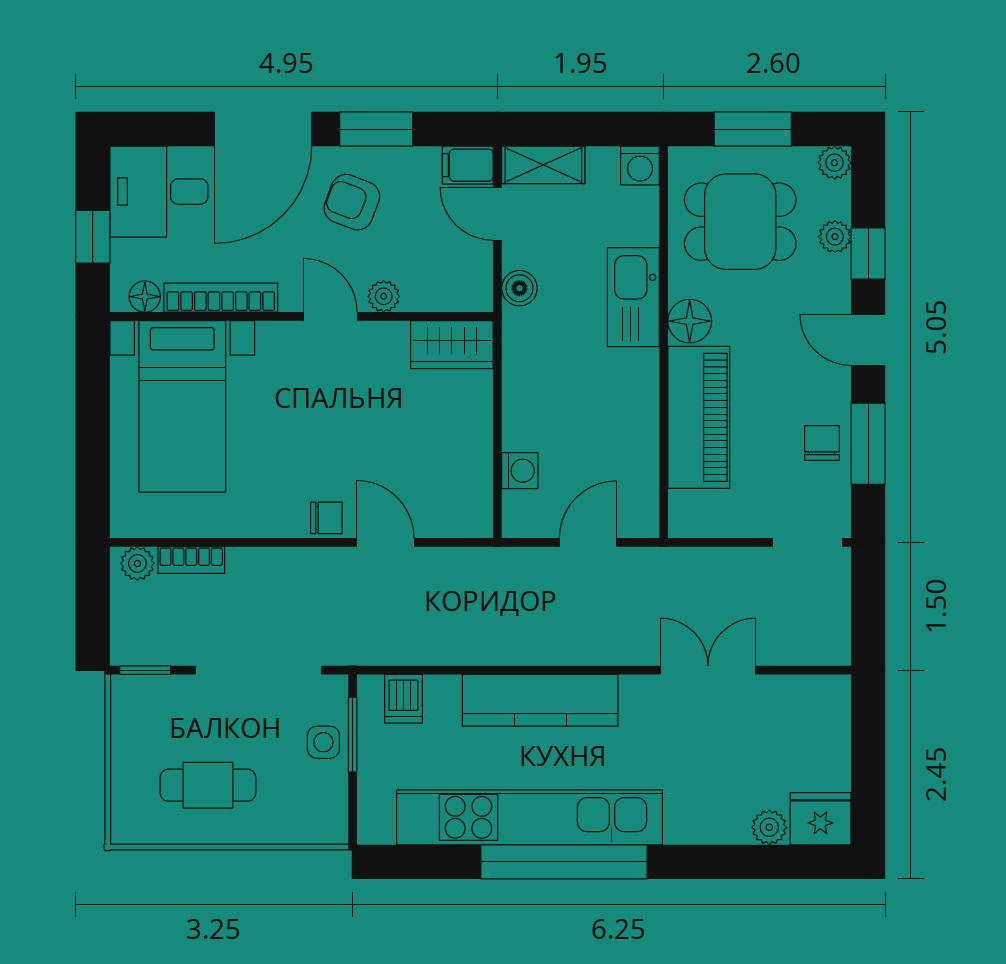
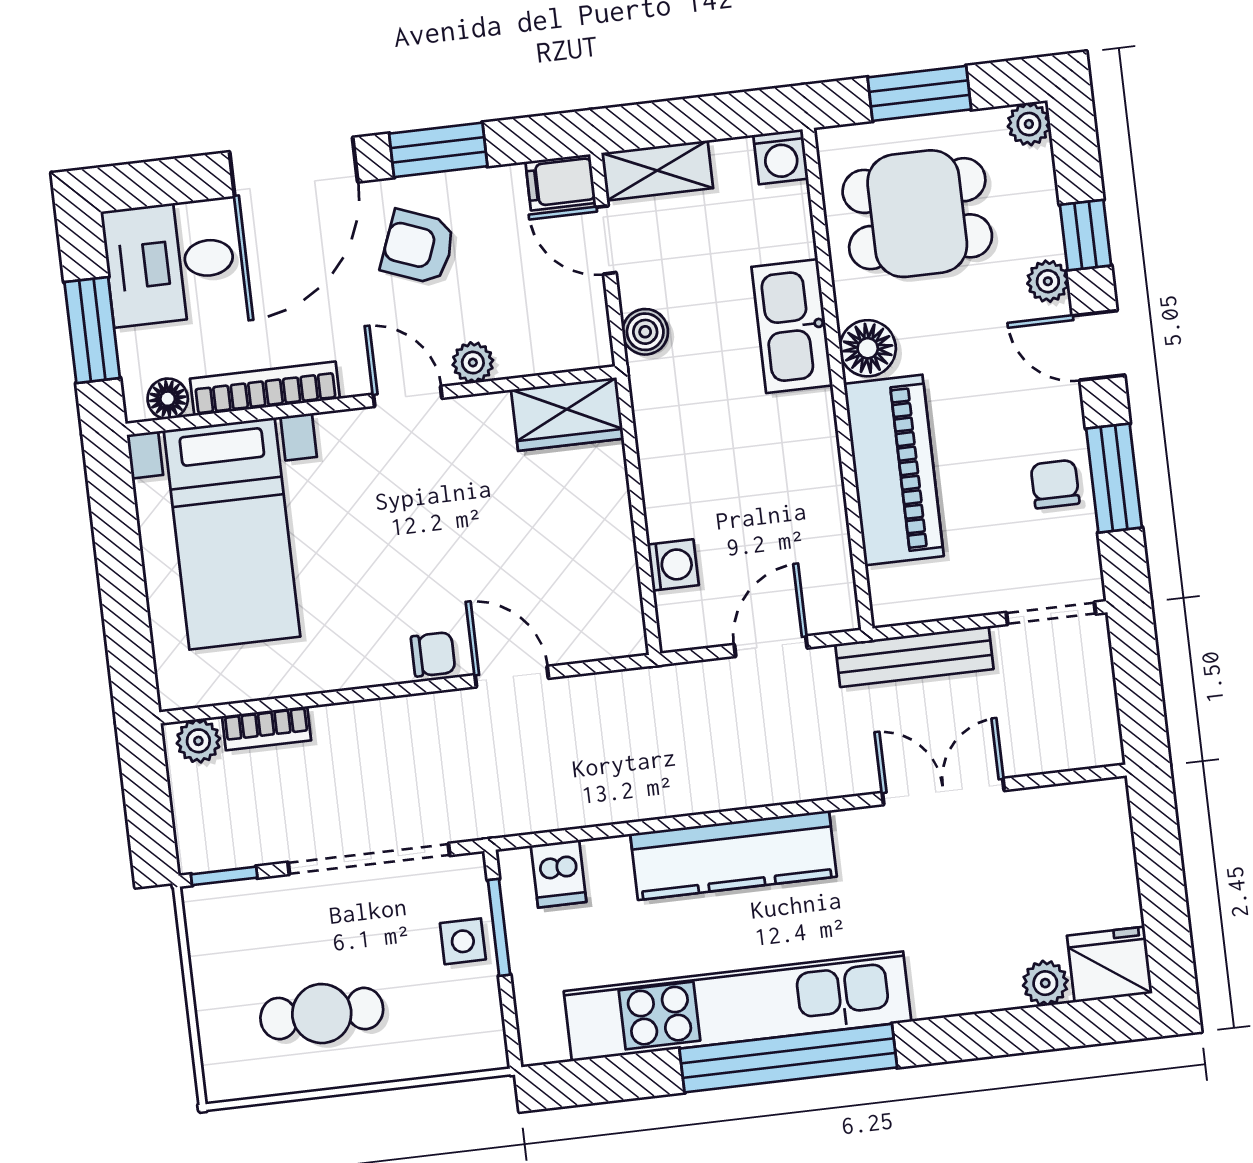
window: (93, 237) -> (92, 330), width x1.50
plant: (835, 237) -> (1048, 281), moved
bench: (698, 563) -> (914, 657), added

